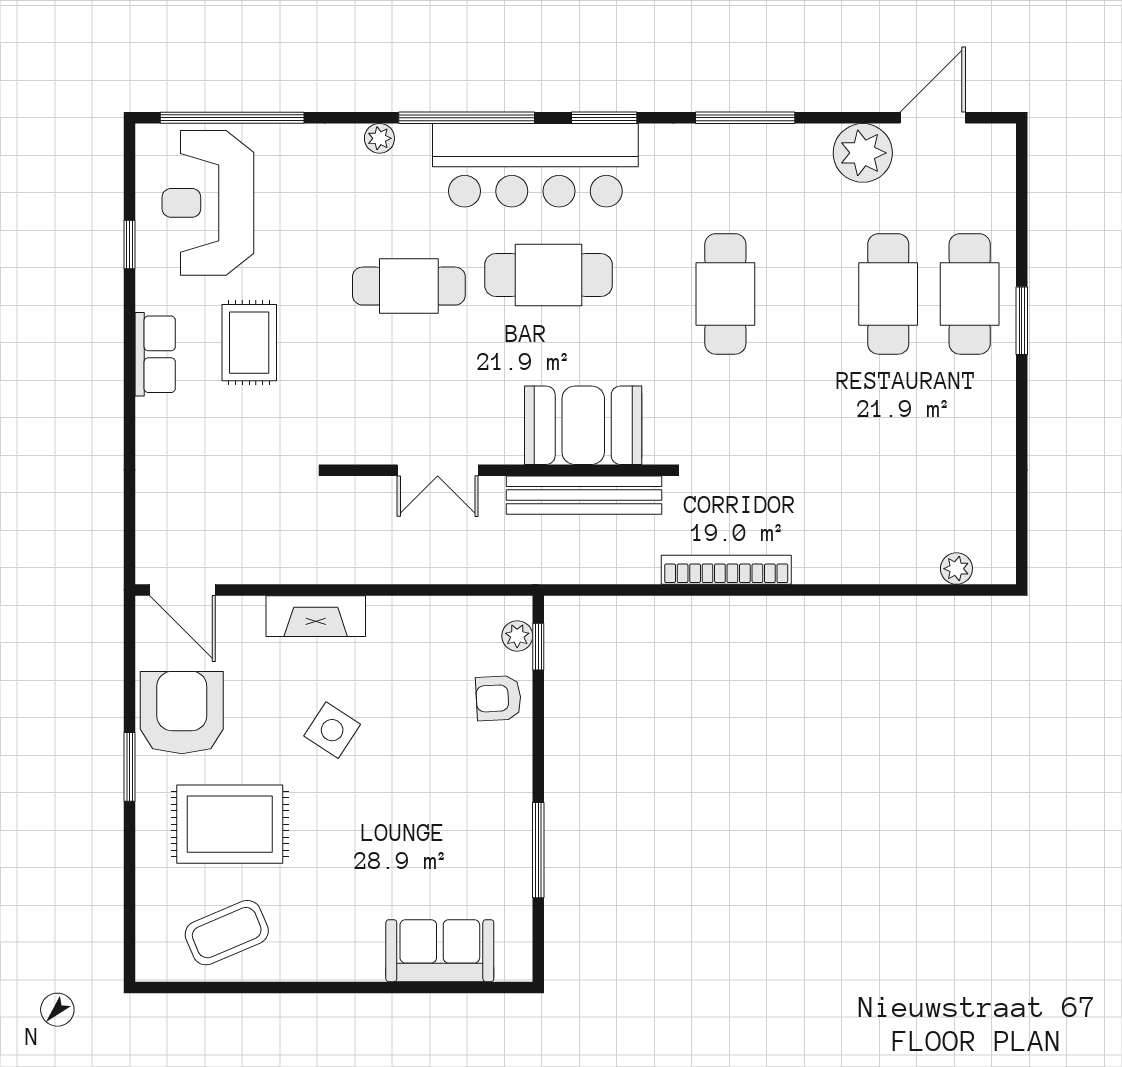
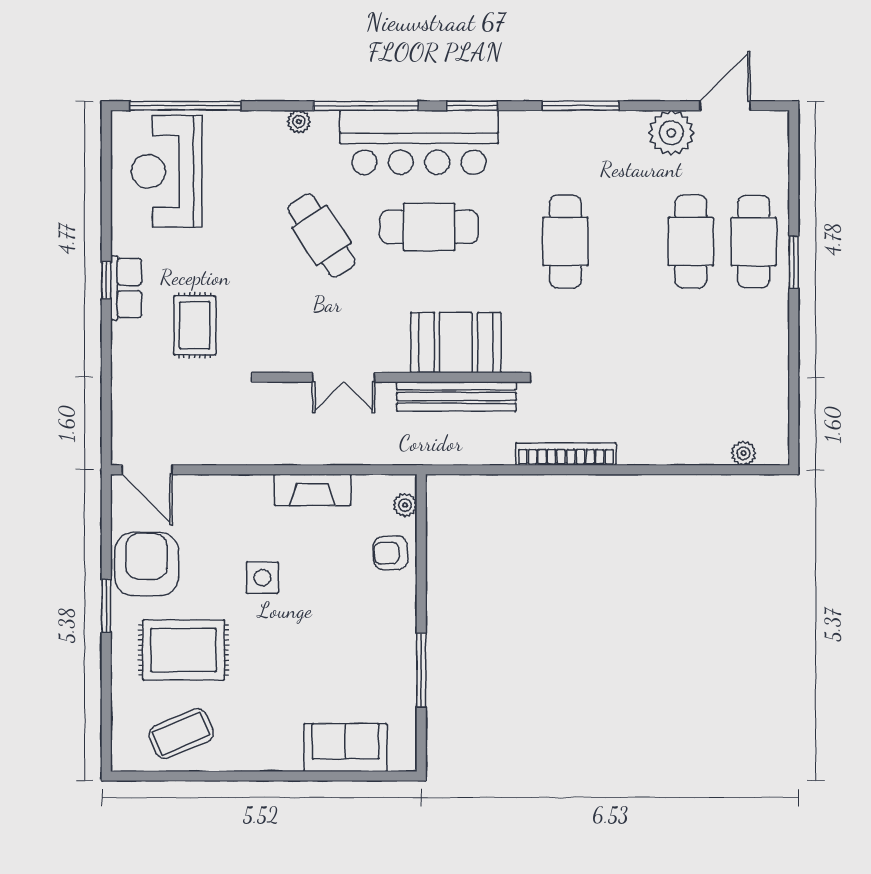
window: (130, 245) -> (106, 280), moved
cafe table: (409, 286) -> (322, 235), turned 57
rug: (249, 343) -> (195, 325), moved
fireplace: (316, 616) -> (312, 490), moved
window: (538, 647) -> (421, 513), removed
side table: (332, 730) -> (262, 578), turned -33

